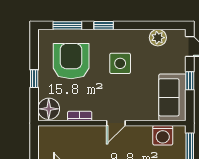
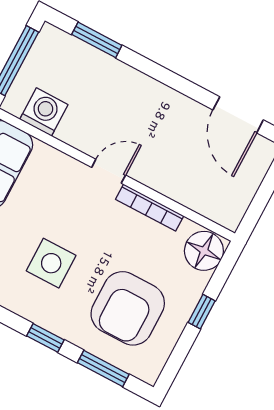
bookcase: (80, 116) -> (150, 208), width x1.56

